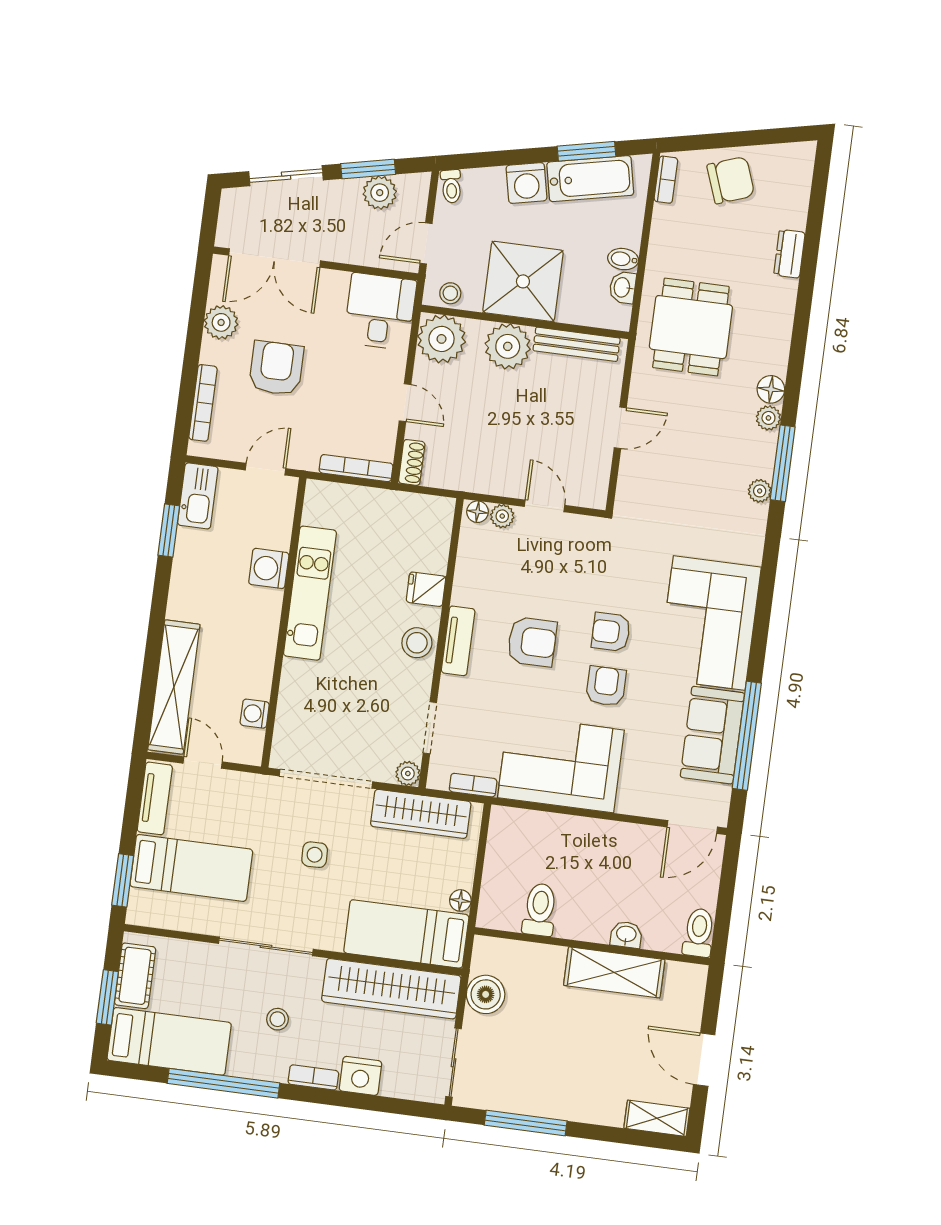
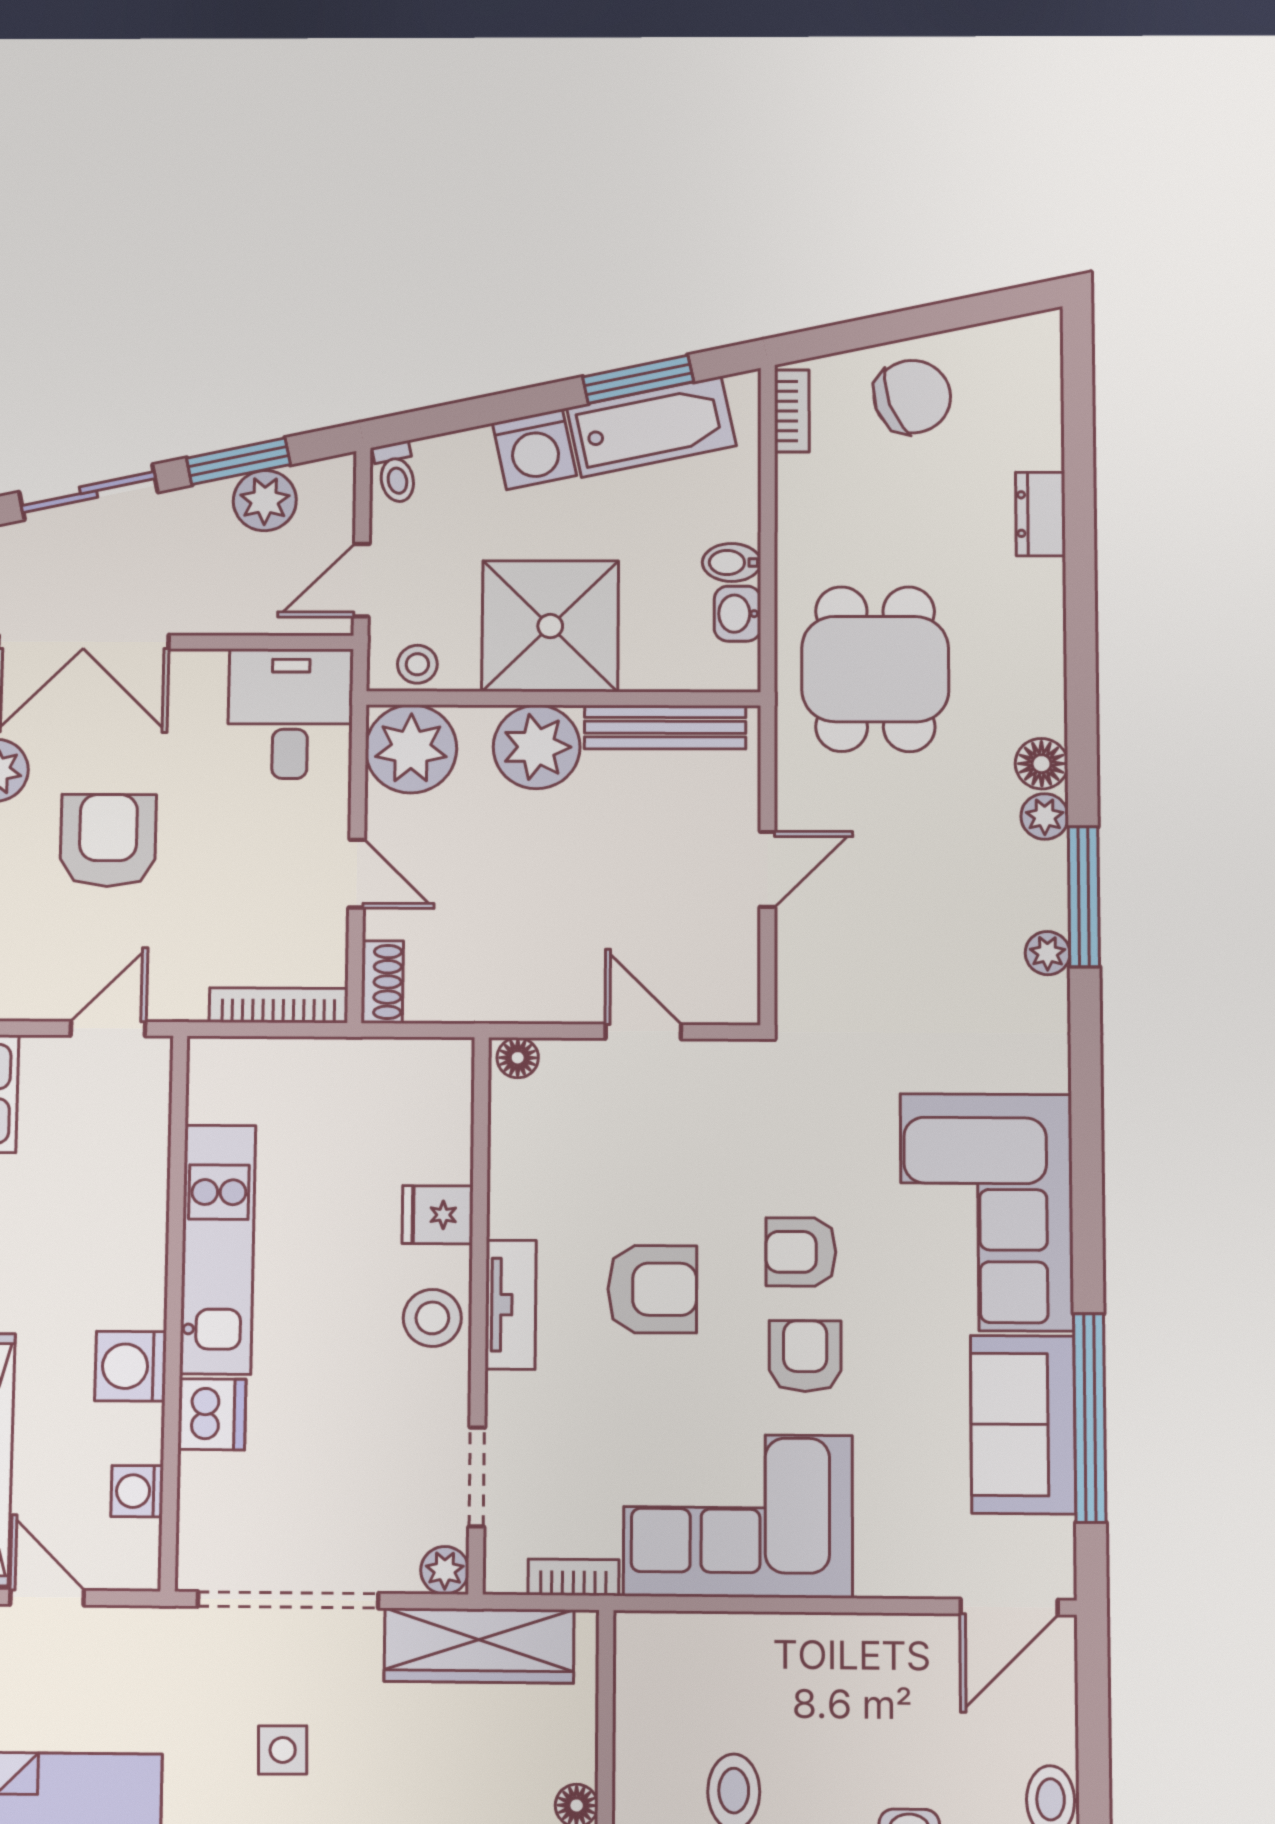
plant: (502, 516) -> (566, 1060), removed
washing machine: (269, 568) -> (131, 1366), moved
dishwasher: (297, 679) -> (212, 1414), added

